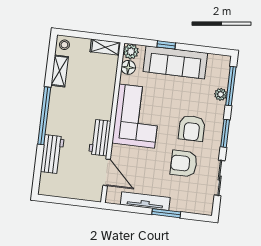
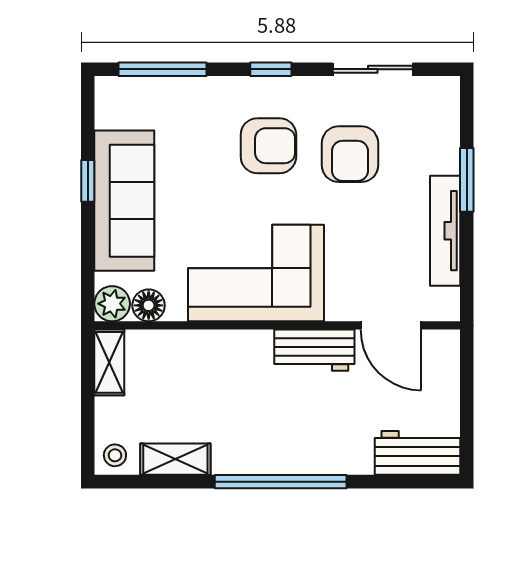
window: (166, 45) -> (88, 181), moved
plant: (221, 94) -> (184, 90), removed
window: (225, 133) -> (271, 69), width x0.67
workbench: (52, 154) -> (417, 453), moved
door: (107, 172) -> (391, 325), swing flipped

